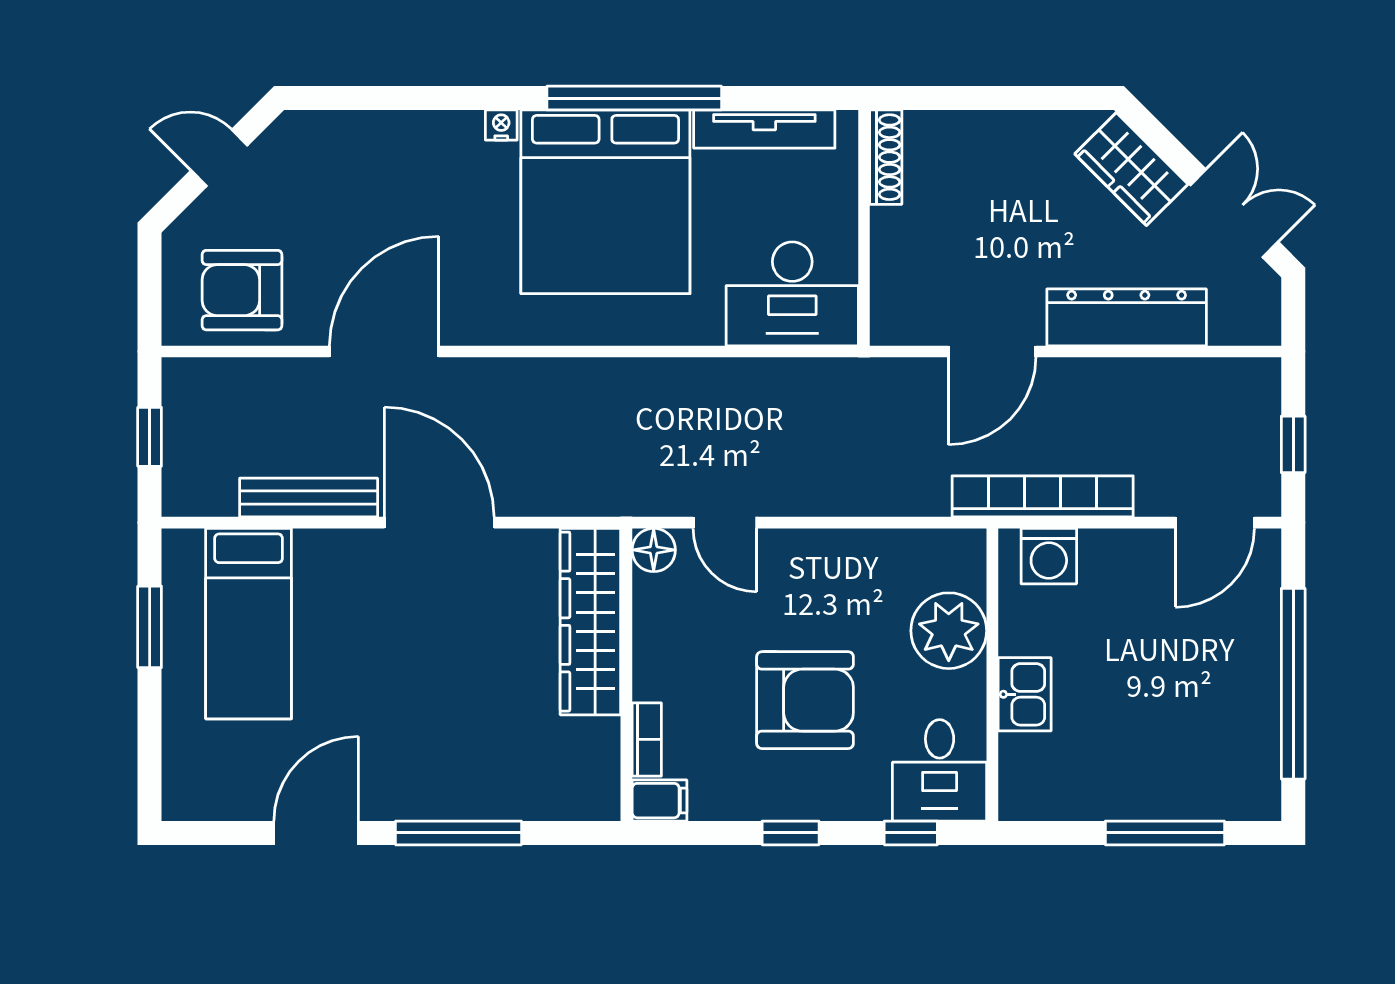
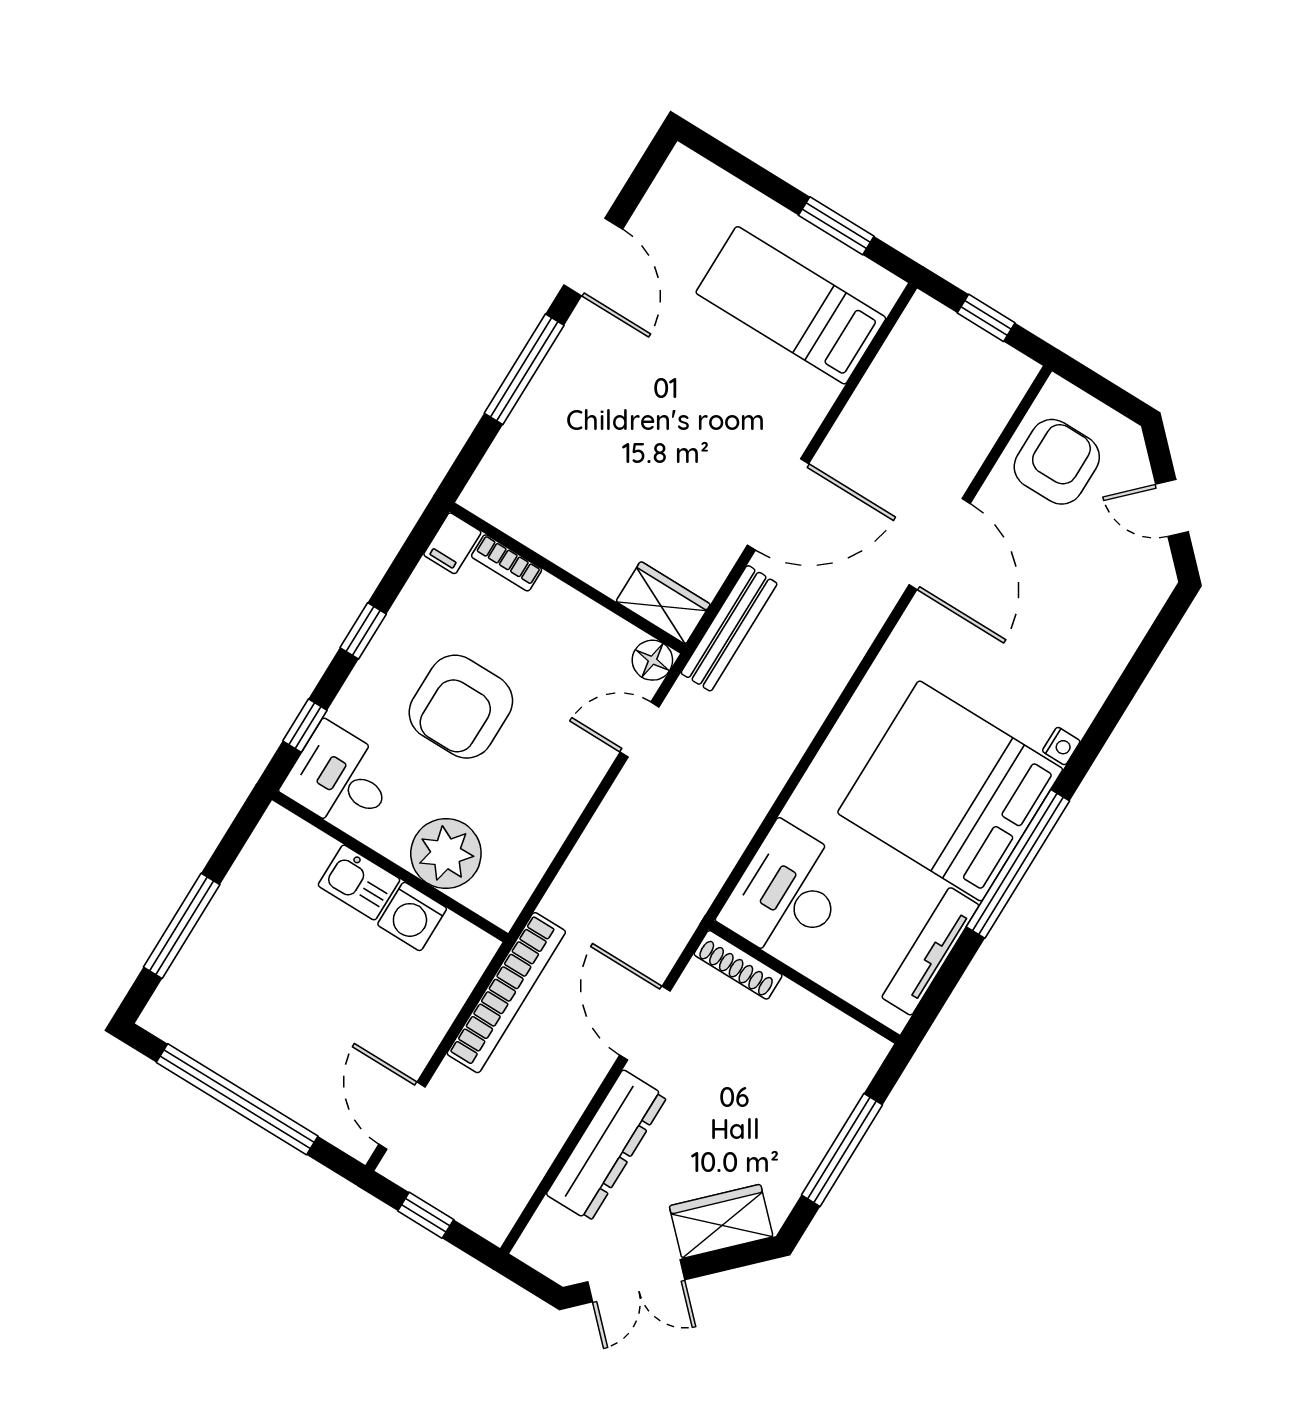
window: (997, 98) -> (842, 1150), added
shoe rack: (886, 157) -> (738, 965), moved
door: (219, 158) -> (1172, 508), swing flipped
bench: (309, 498) -> (729, 628), moved
washing machine: (1049, 556) -> (412, 916), moved, turned -90
wardrobe: (590, 622) -> (663, 603), width x0.48, depth x0.85

